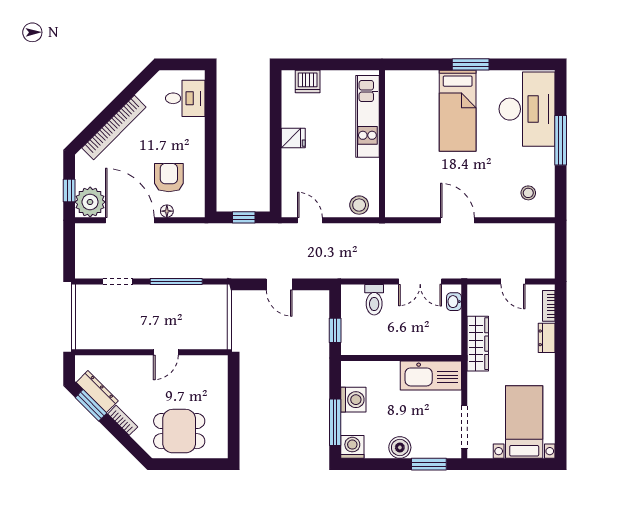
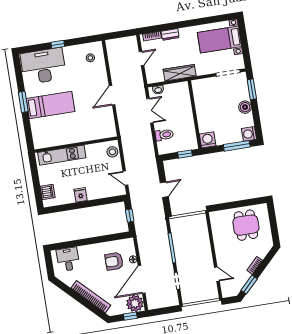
window: (561, 140) -> (58, 44), width x0.46
door: (310, 220) -> (125, 178), hinge flipped
door: (166, 352) -> (217, 274), moved
kitchen sink: (431, 376) -> (202, 96), removed
dresser: (97, 392) -> (241, 282), removed
washing machine: (353, 400) -> (208, 140), moved
dining table: (179, 431) -> (246, 225), moved

